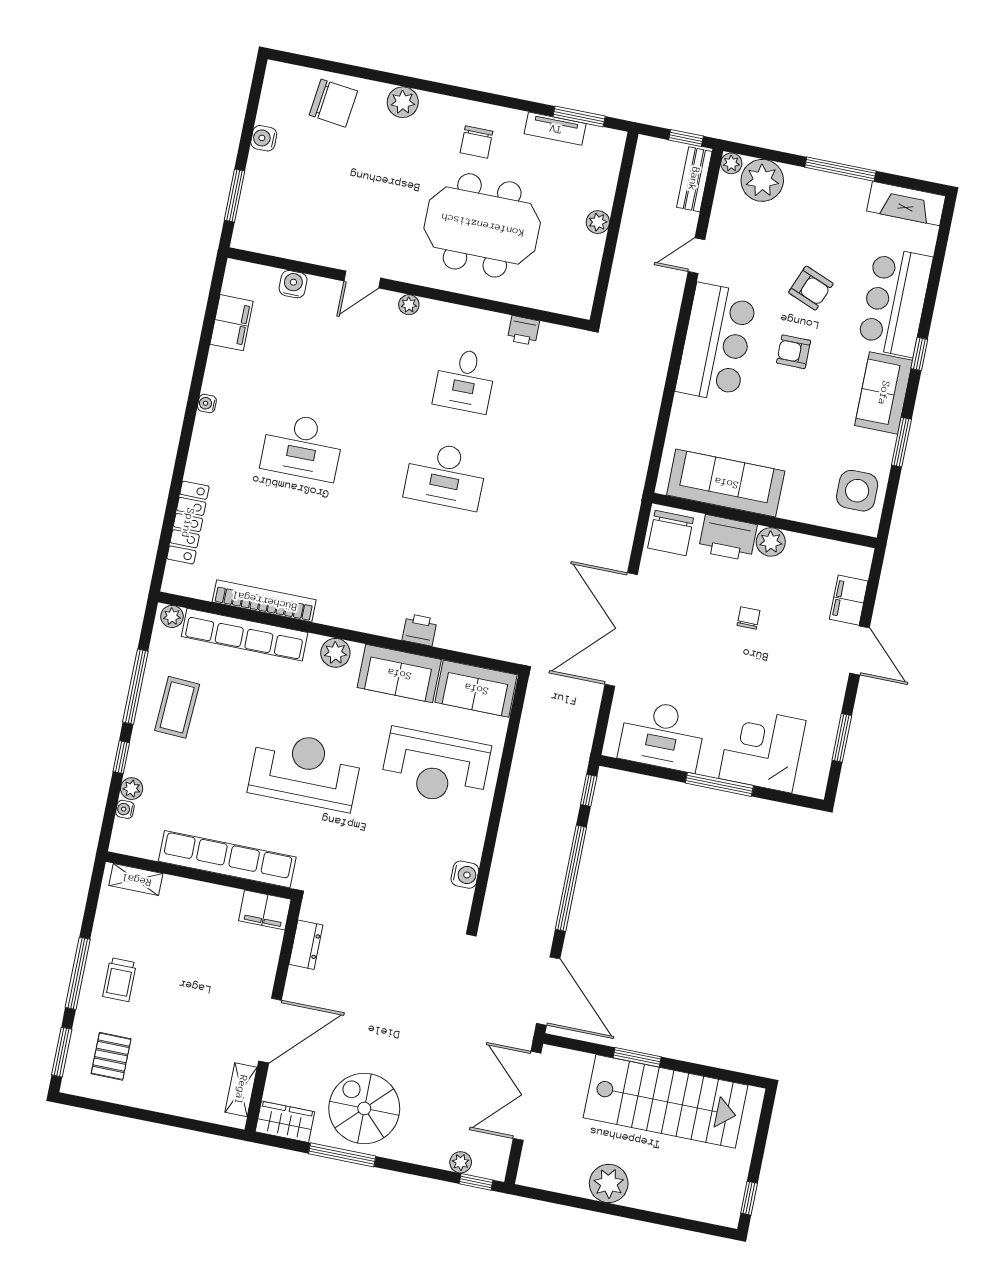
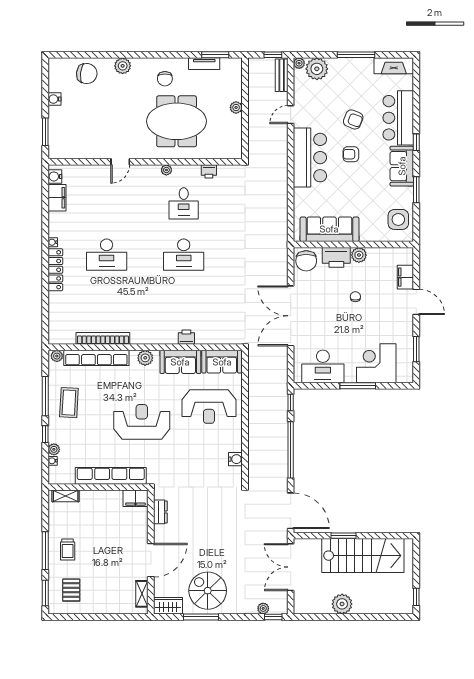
water cooler: (293, 284) -> (55, 176), moved, turned -90
plant: (409, 305) -> (166, 170), moved
locker: (188, 523) -> (55, 270), moved

